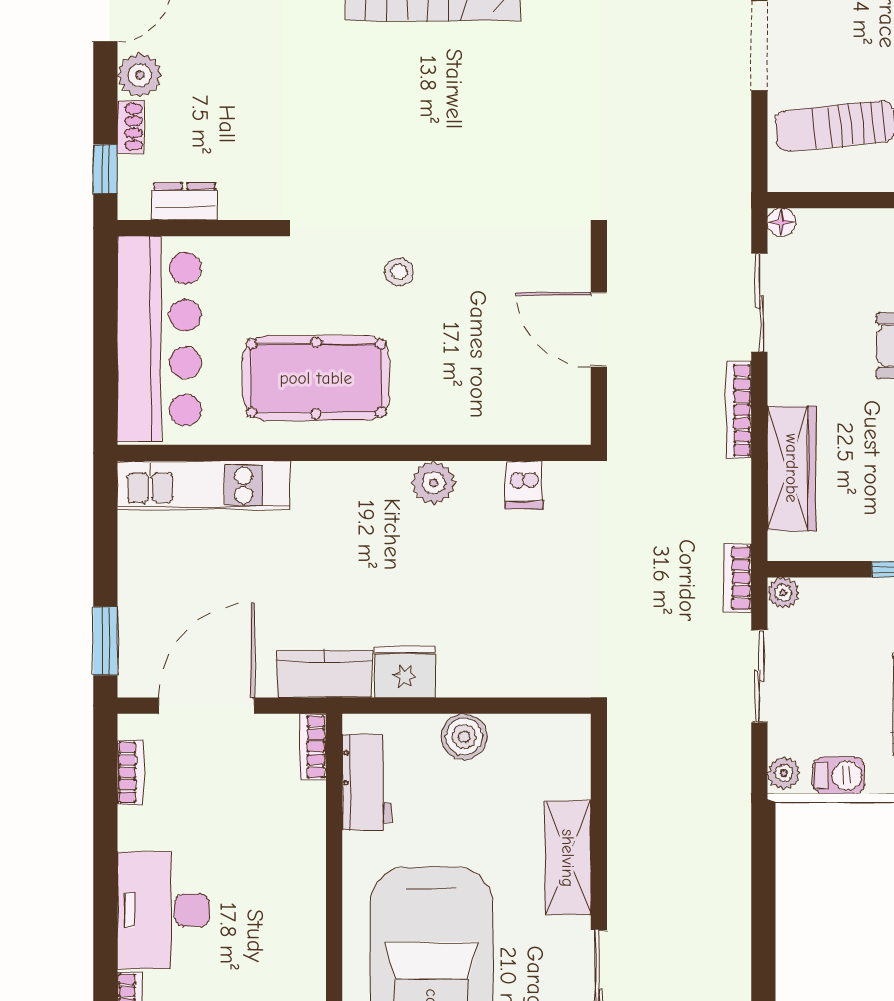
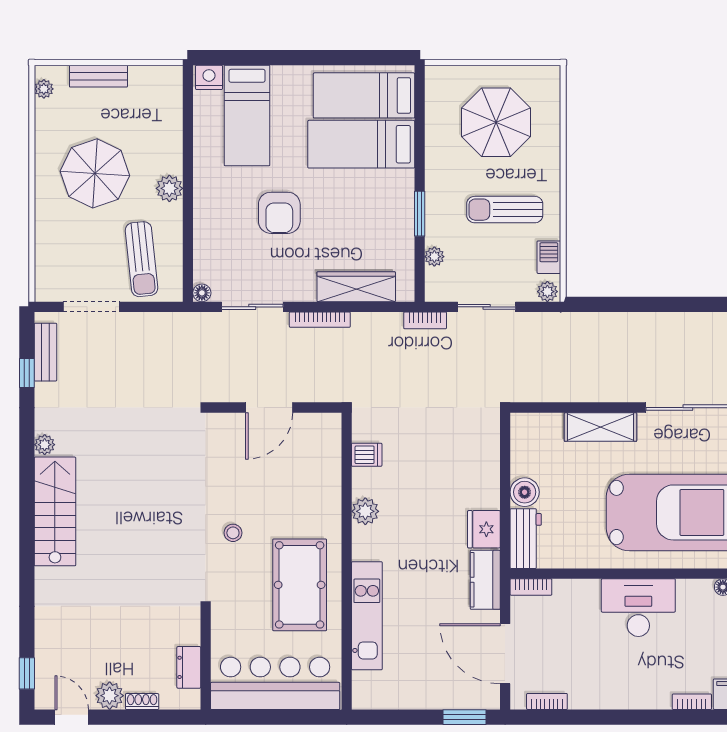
window: (105, 169) -> (168, 717), removed
kitchen unit: (204, 485) -> (367, 616), moved
plant: (783, 593) -> (434, 257), moved
workbench: (367, 782) -> (526, 539), moved, turned 90
desk: (164, 910) -> (638, 608), moved, turned 180

